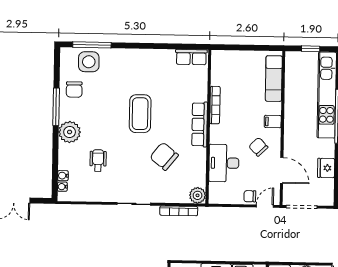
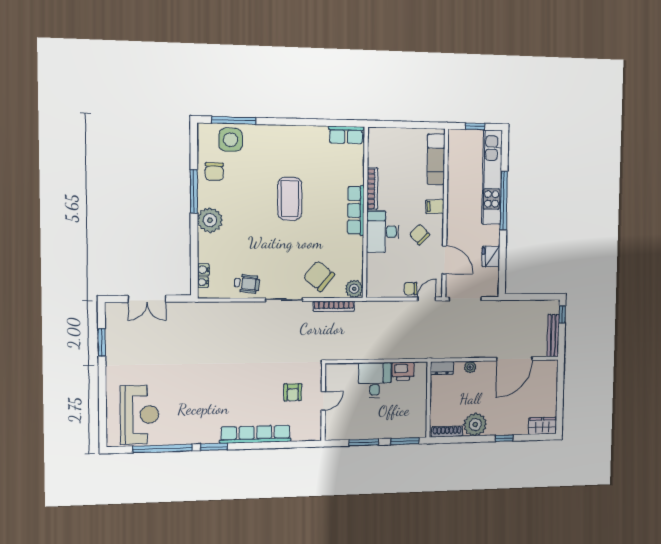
chair: (164, 156) -> (319, 276), moved
wheelchair: (98, 160) -> (247, 284), moved, turned 97
desk: (224, 163) -> (383, 232), moved

